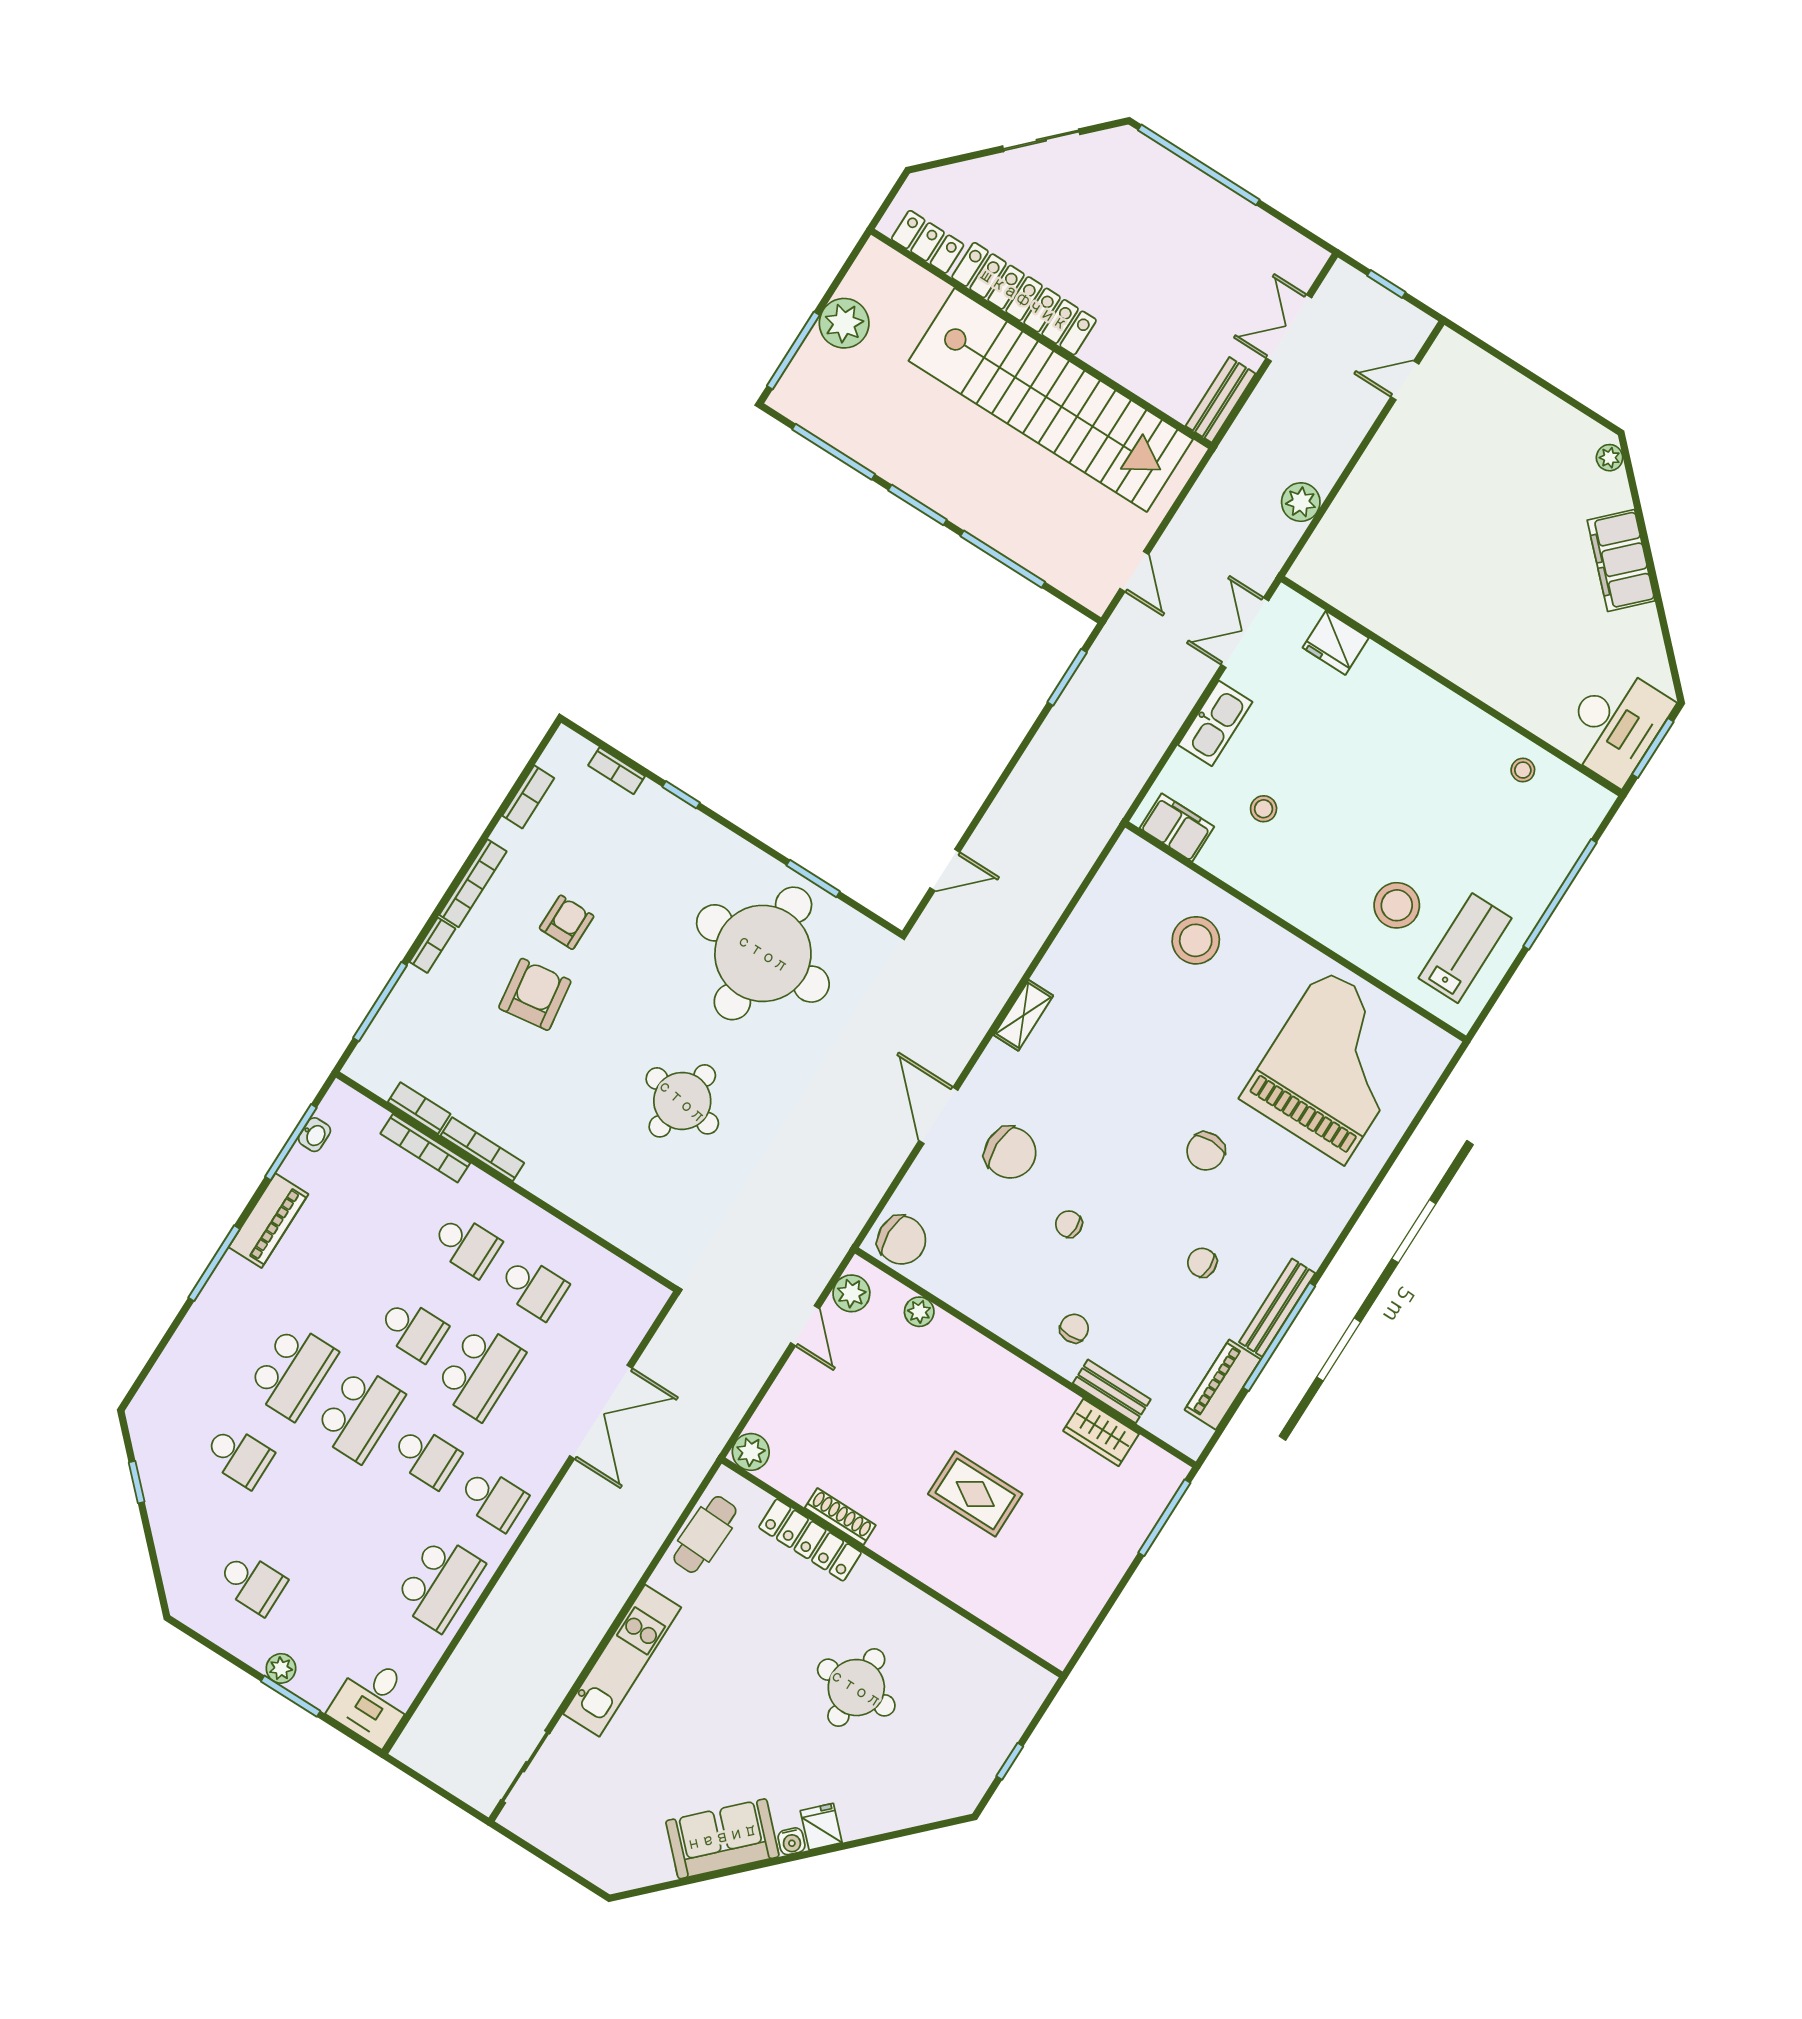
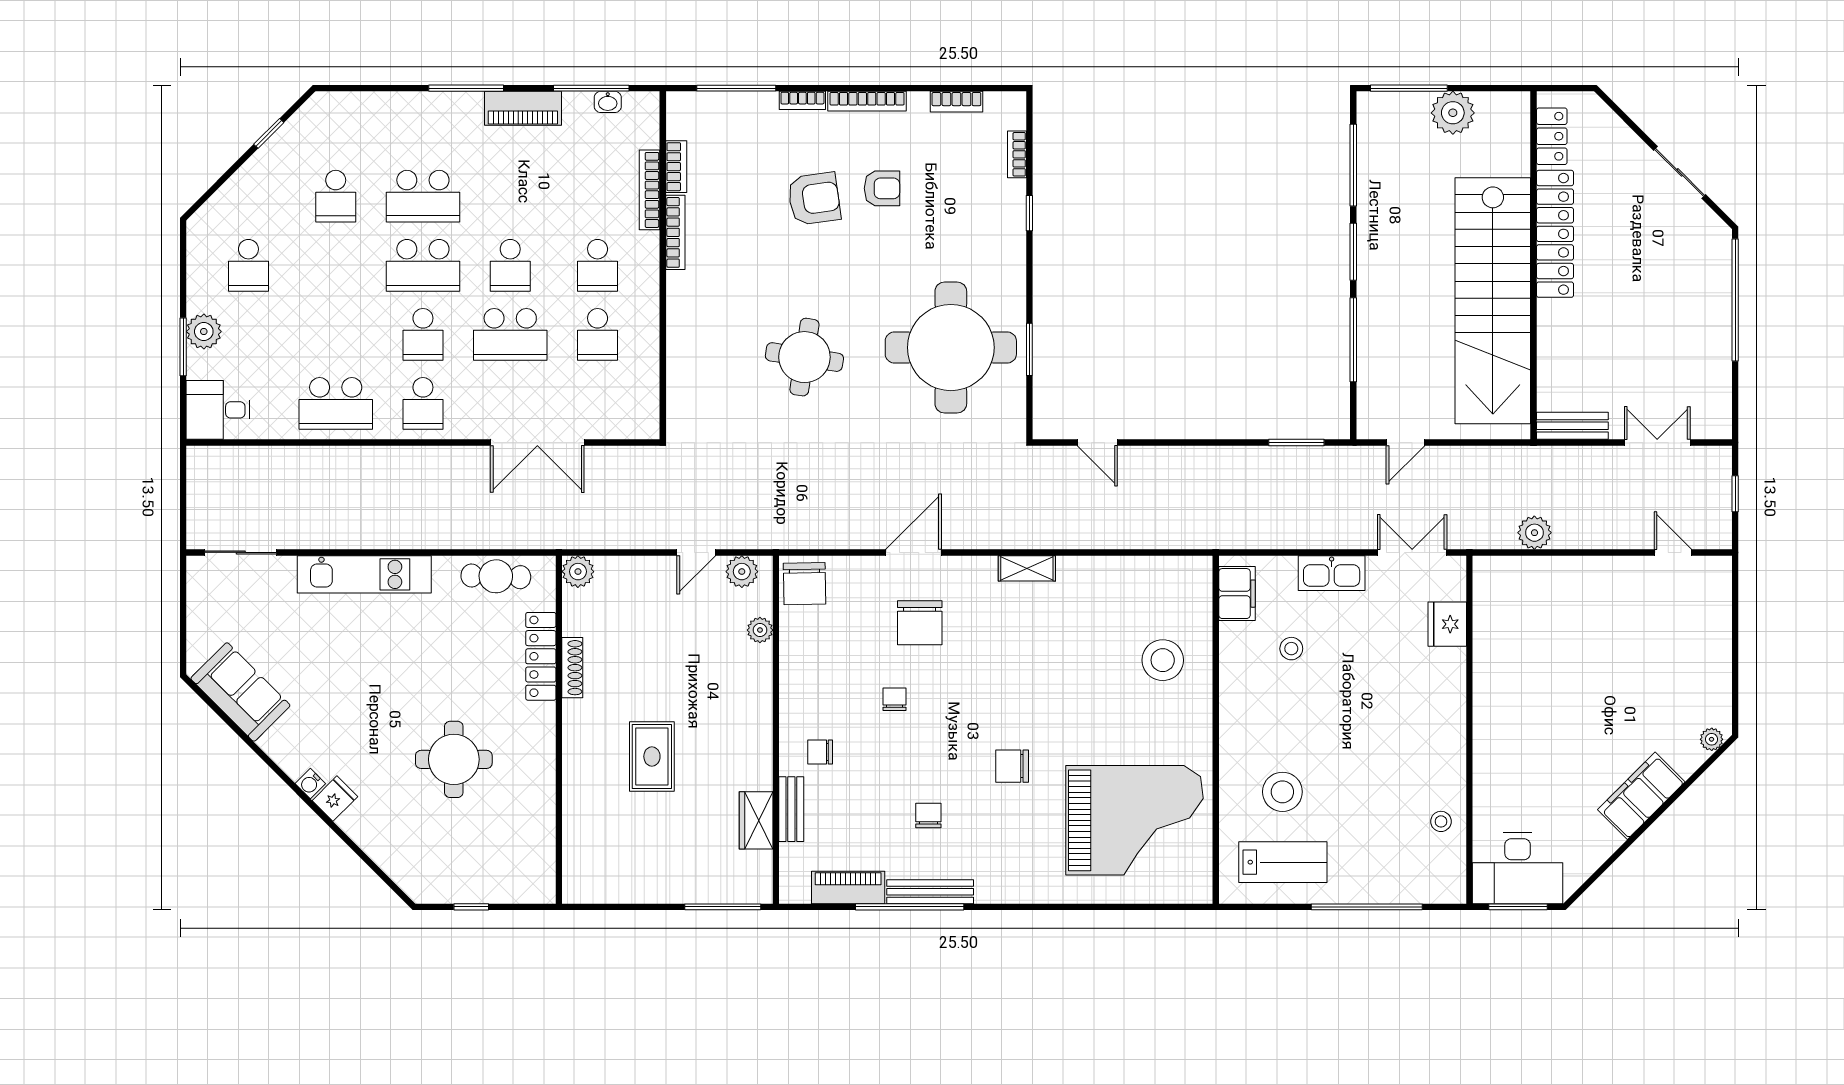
chair: (1074, 1328) -> (820, 752), turned 180
plant: (281, 1668) -> (204, 332), width x1.38, depth x1.38
sofa: (722, 1839) -> (240, 692), moved

